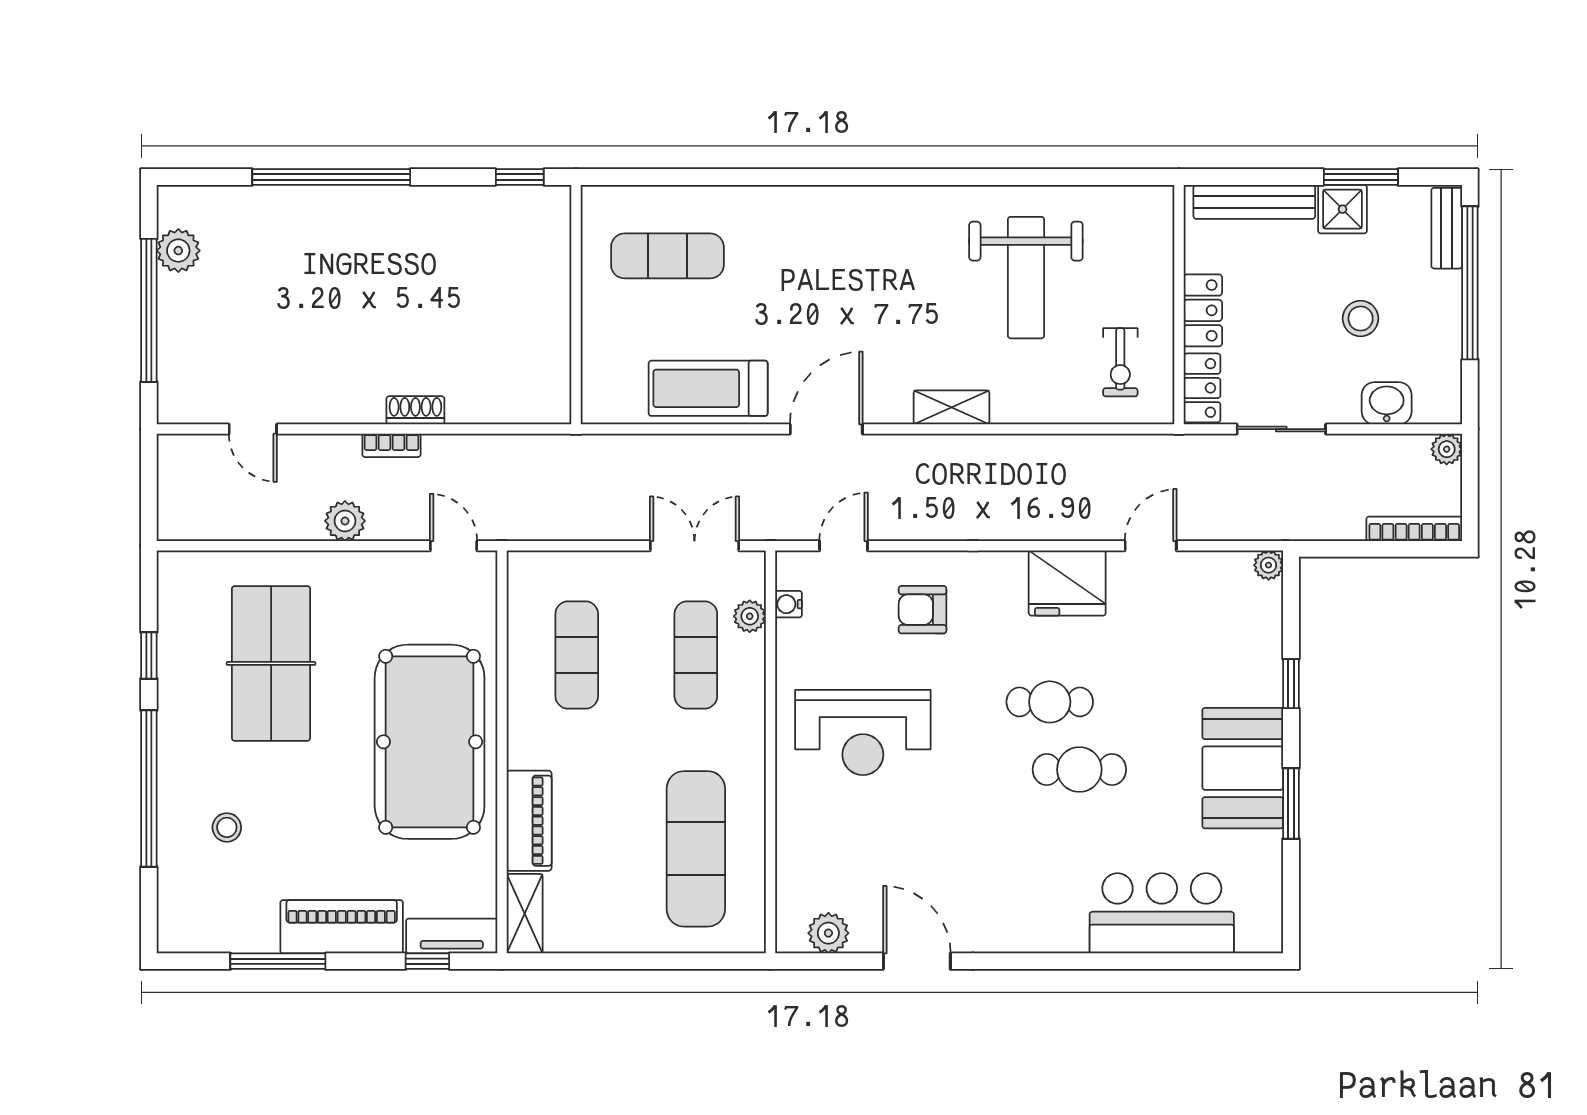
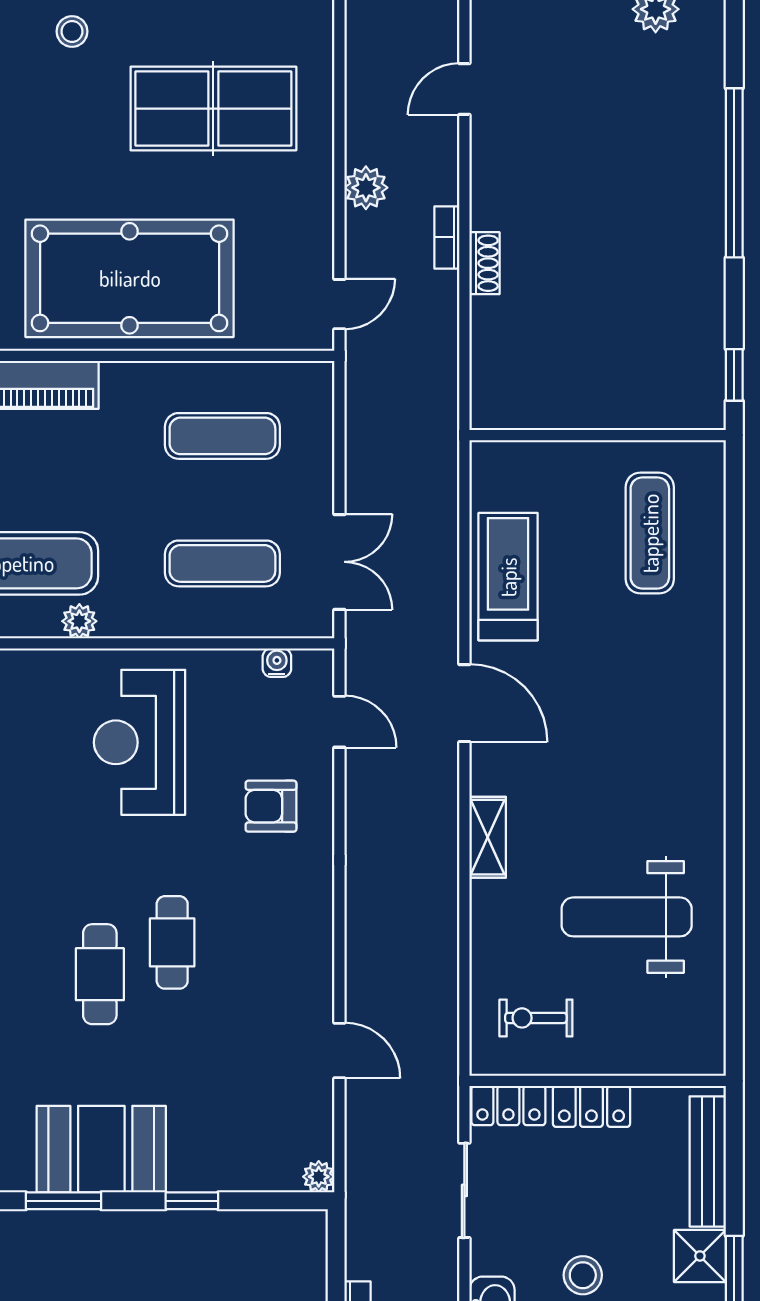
fridge: (1067, 583) -> (300, 961), removed
armchair: (922, 610) -> (271, 806), turned -90
plant: (750, 616) -> (79, 621), moved
stool: (227, 827) -> (72, 31), moved

